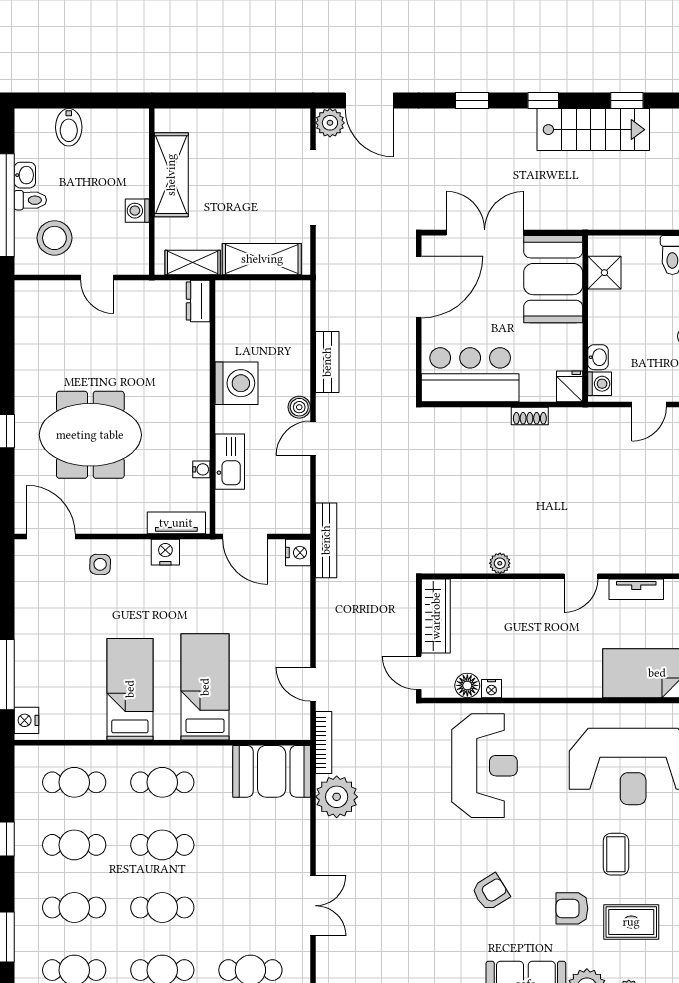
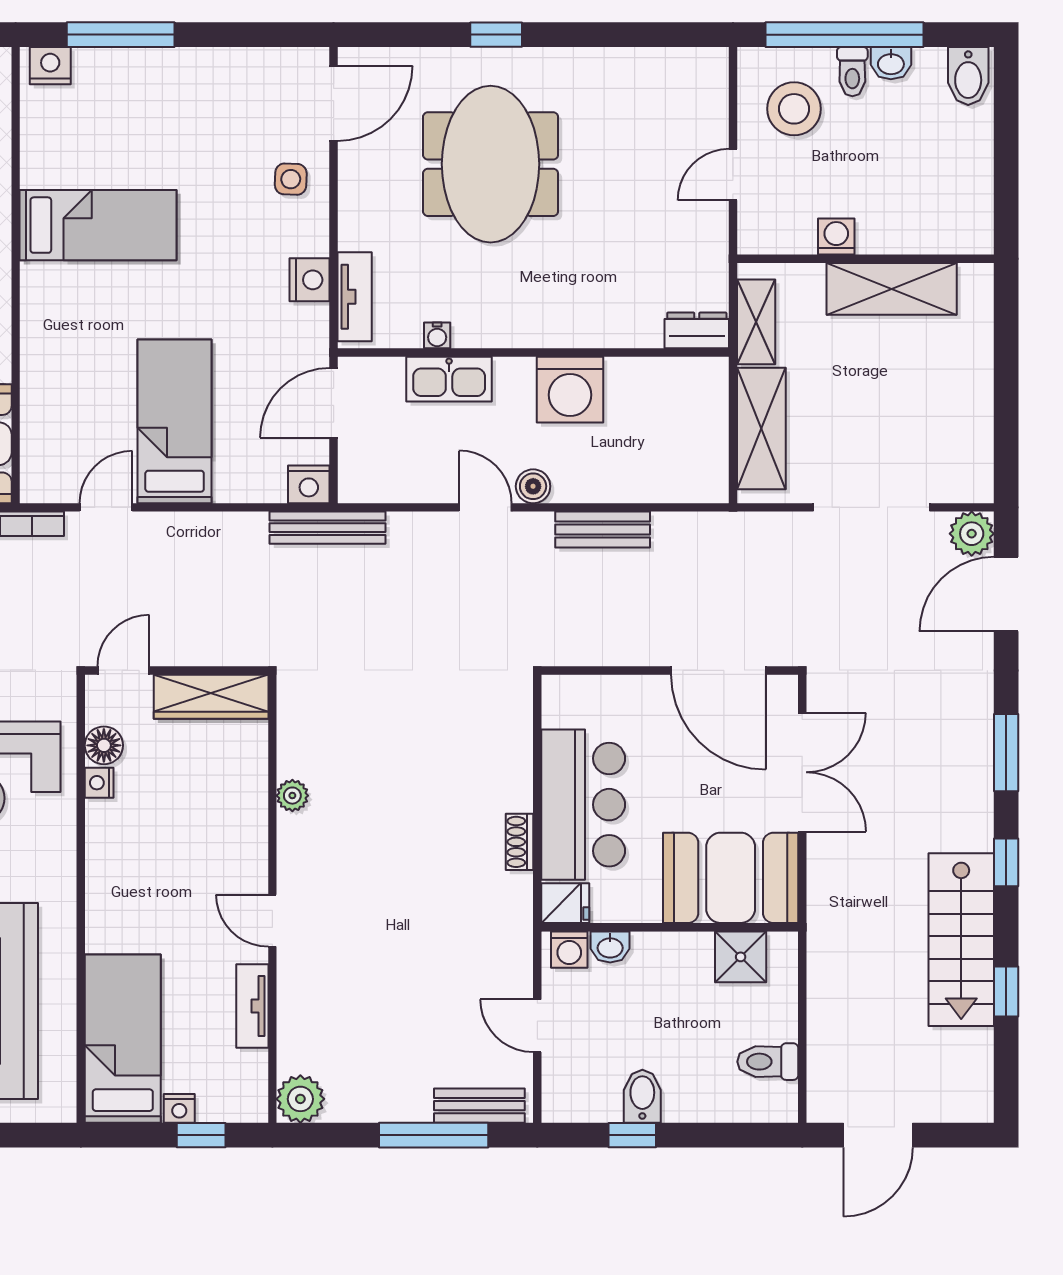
window: (472, 100) -> (1006, 753), width x1.50
bidet: (69, 127) -> (968, 76), moved, turned -90
bar counter: (470, 375) -> (583, 805), moved
bed: (205, 687) -> (175, 421), moved, turned -90

